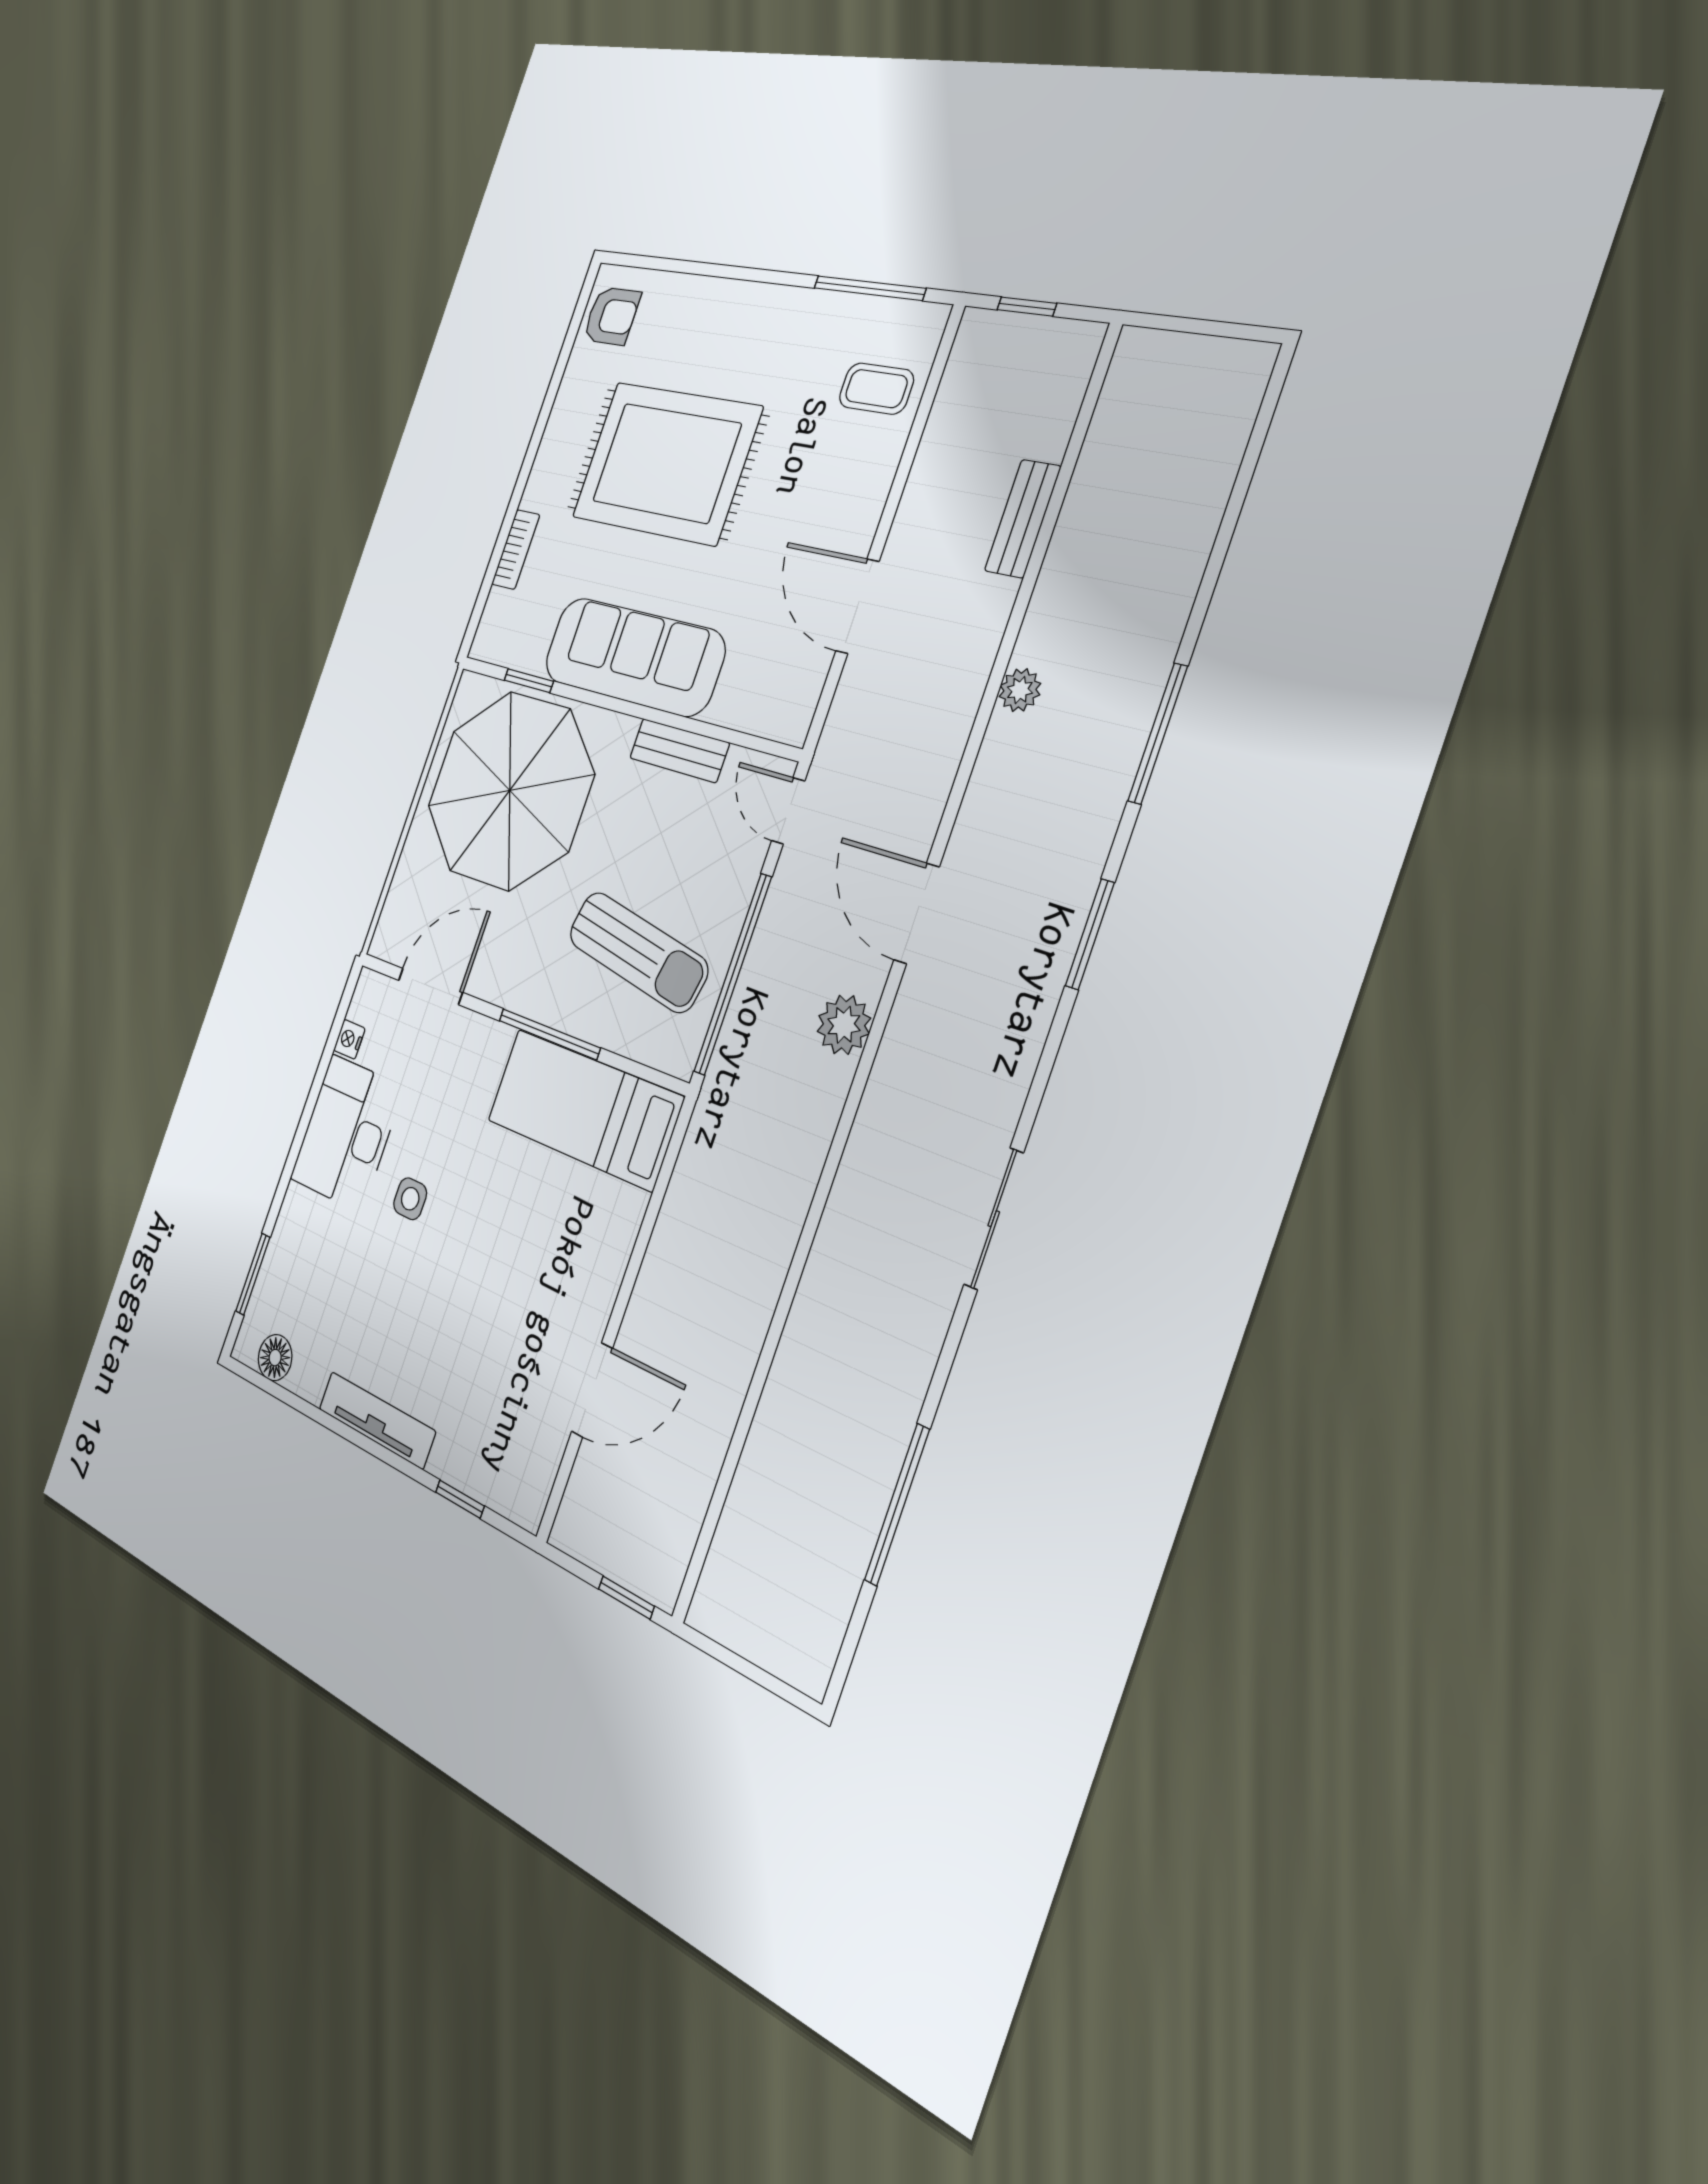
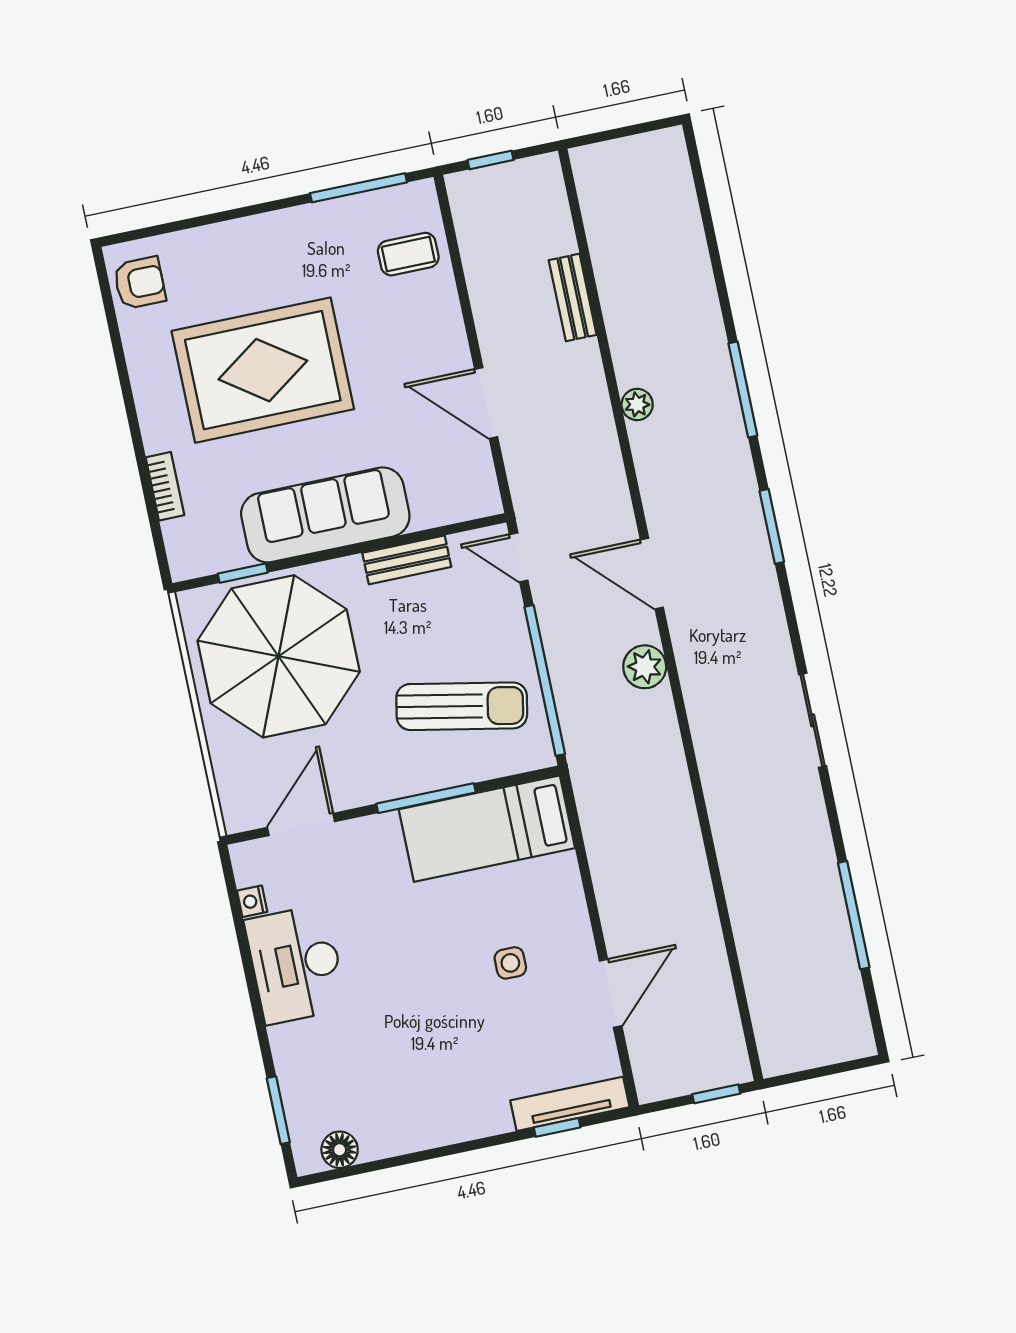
side table: (410, 1199) -> (510, 963), moved
tv unit: (377, 1420) -> (570, 1104), moved

